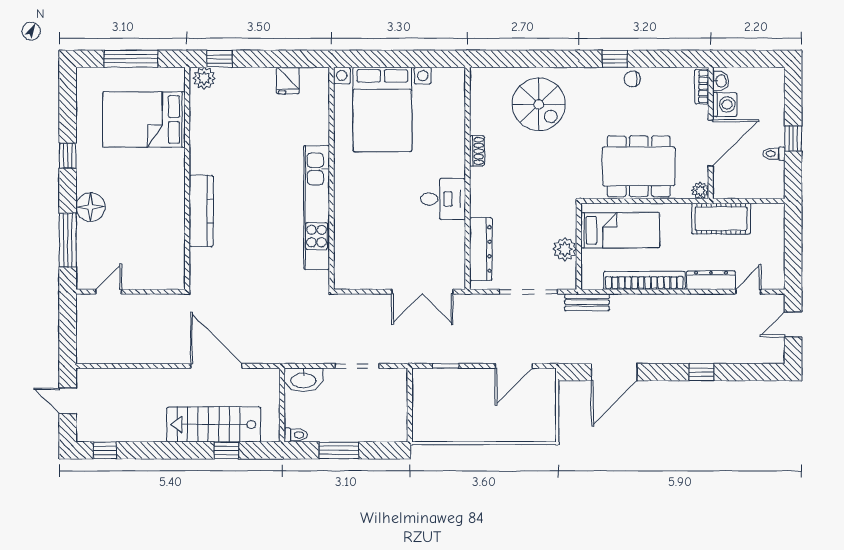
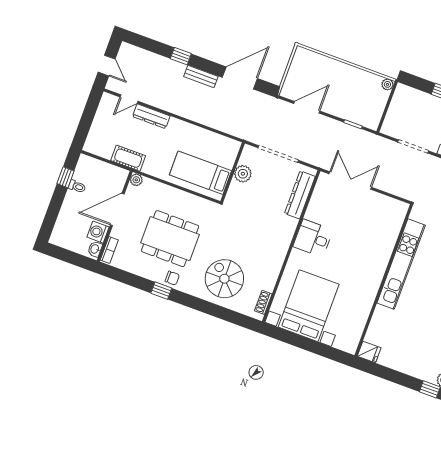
chair: (632, 79) -> (172, 278), moved
fridge: (288, 80) -> (369, 352), moved, turned 90
bed with nightstands: (382, 109) -> (309, 306), moved
window: (793, 138) -> (66, 177), moved
shoe rack: (477, 151) -> (263, 302), moved
dining table: (639, 166) -> (170, 239), moved
cot: (721, 219) -> (128, 158), width x0.73, depth x0.75
bookcase: (644, 280) -> (197, 133), removed
bench: (587, 302) -> (201, 77), moved
door: (793, 324) -> (107, 66), hinge flipped
plant: (420, 434) -> (387, 84), added

